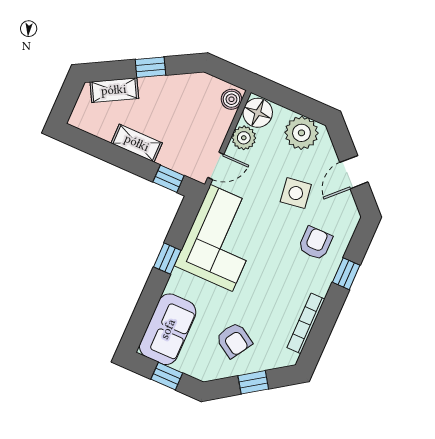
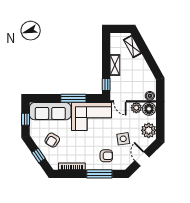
window: (150, 67) -> (148, 57), removed
door: (354, 172) -> (142, 159), hinge flipped
window: (167, 259) -> (73, 98), width x2.17
window: (346, 274) -> (99, 174), width x2.17
sofa: (168, 329) -> (50, 111), width x1.36

